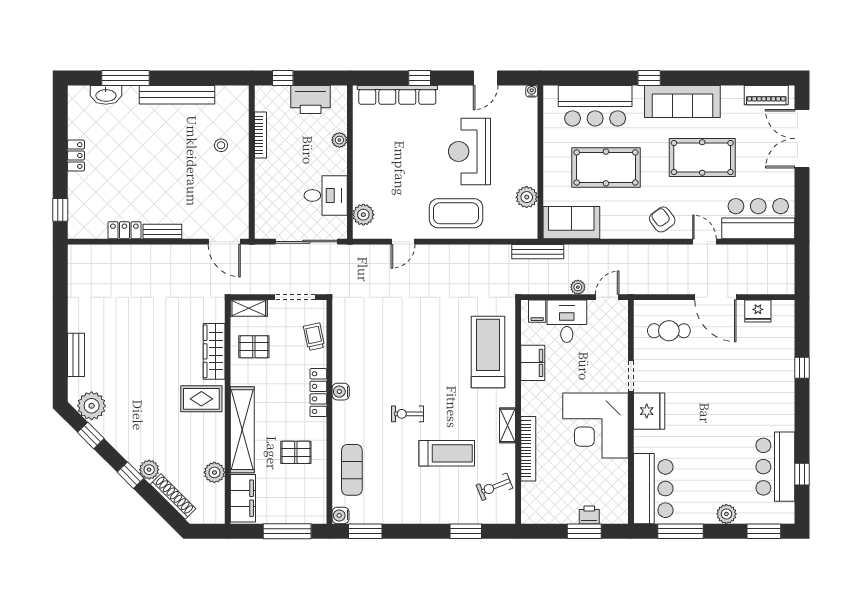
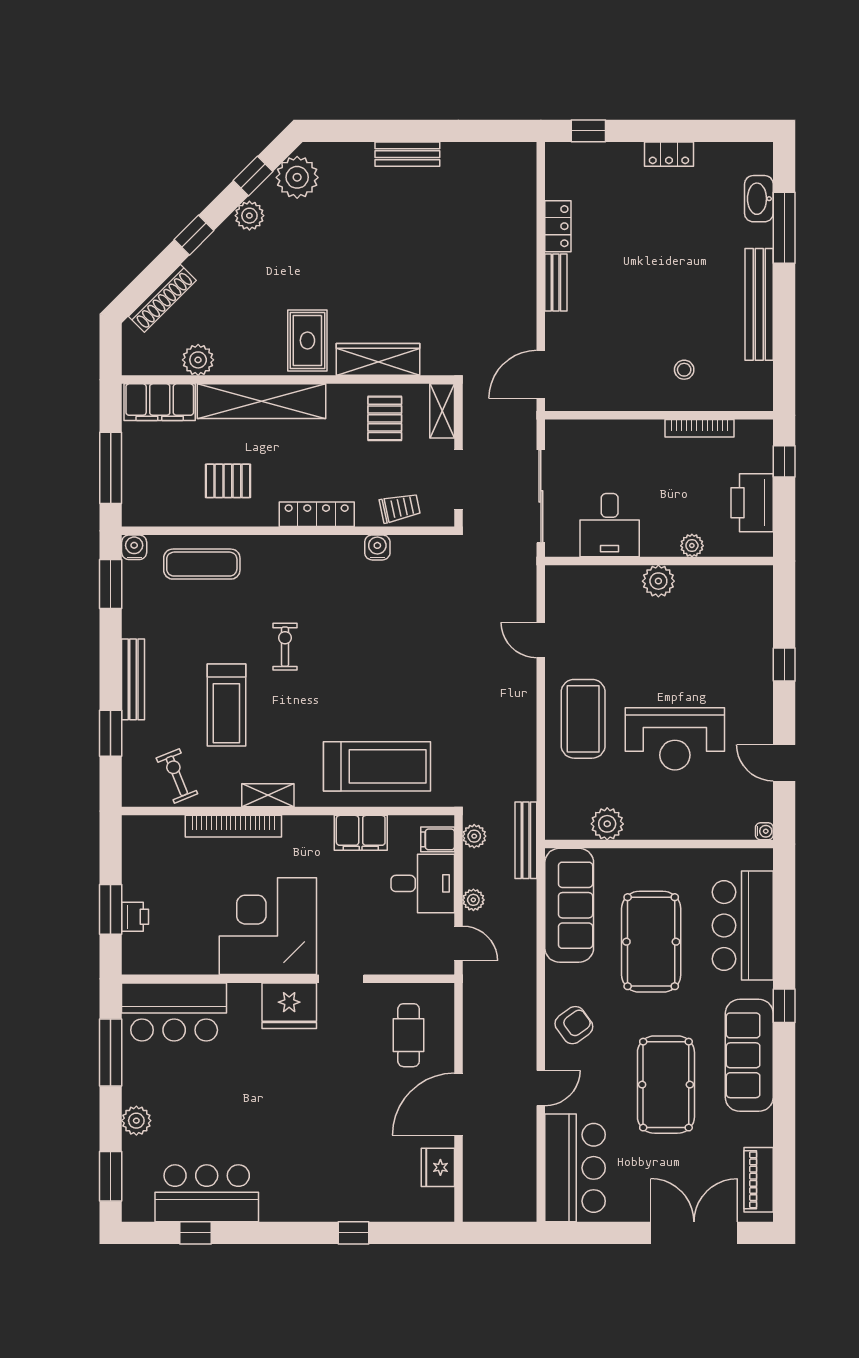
row of seats: (397, 95) -> (759, 632), removed
reception desk: (470, 151) -> (675, 739), turned 180
plant: (363, 215) -> (658, 581), moved
sofa: (571, 223) -> (569, 905), width x1.36
plant: (535, 287) -> (474, 836), added
bench: (76, 355) -> (407, 154), moved
water cooler: (341, 392) -> (377, 547), moved
pallet: (296, 452) -> (228, 481), turned 90
plant: (149, 470) -> (249, 216), moved
bench: (429, 516) -> (133, 679), added

